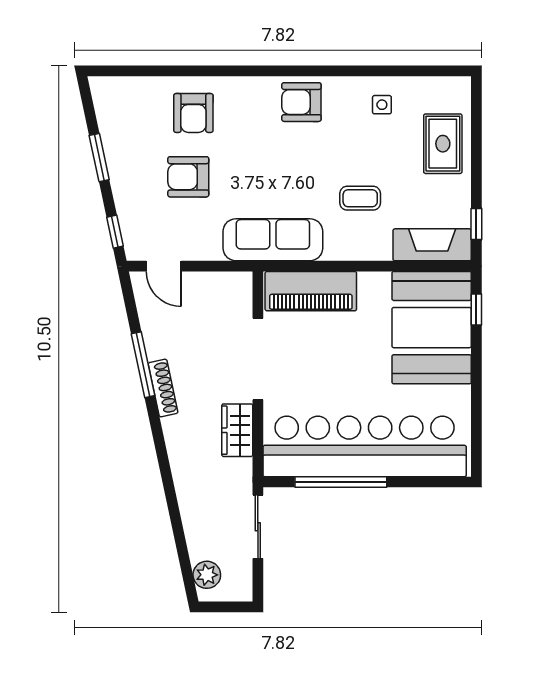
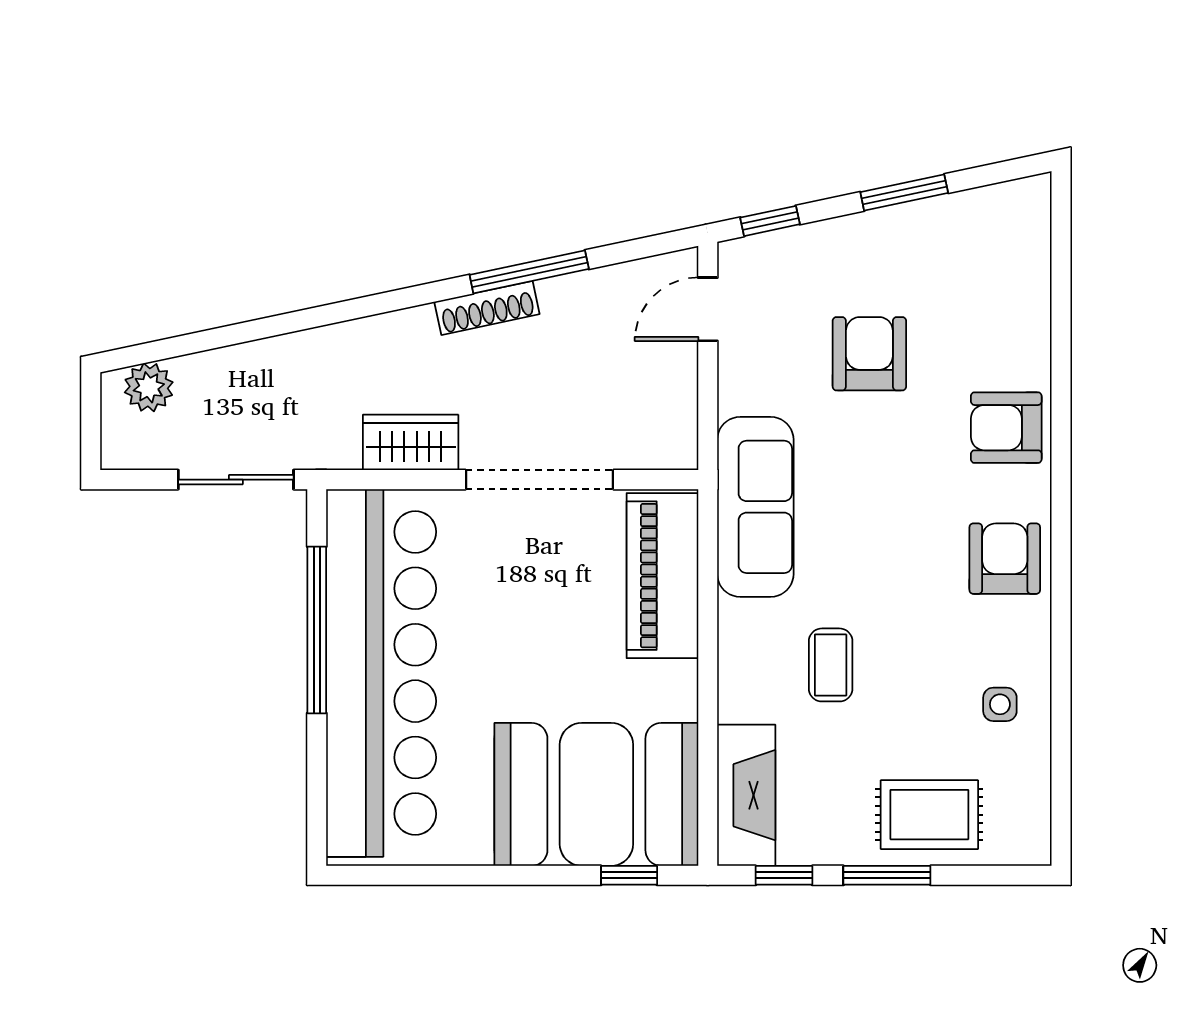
armchair: (193, 113) -> (1006, 428), moved
window: (476, 167) -> (887, 875), added

